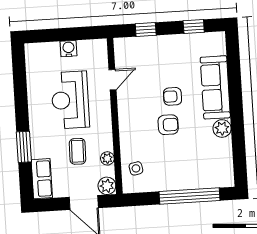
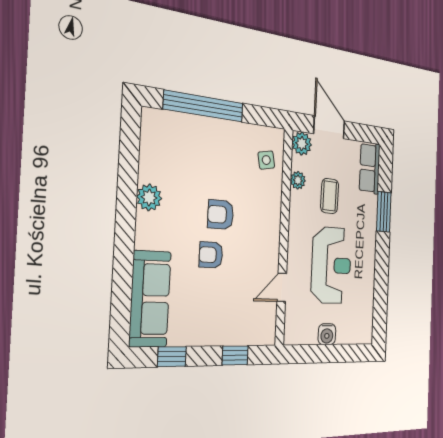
sofa: (215, 87) -> (150, 299), moved
armchair: (172, 96) -> (211, 255), turned 180

